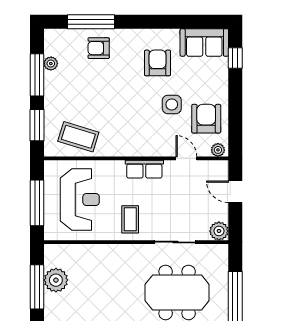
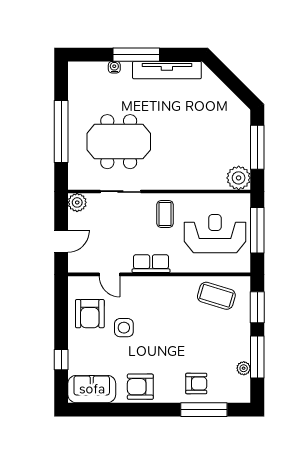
window: (235, 58) -> (61, 360), moved
armchair: (158, 63) -> (140, 387), moved, turned 90
plant: (218, 150) -> (78, 283), removed
door: (235, 192) -> (61, 241), hinge flipped
reception desk: (80, 199) -> (215, 234), turned 90
plant: (56, 280) -> (239, 178), moved

